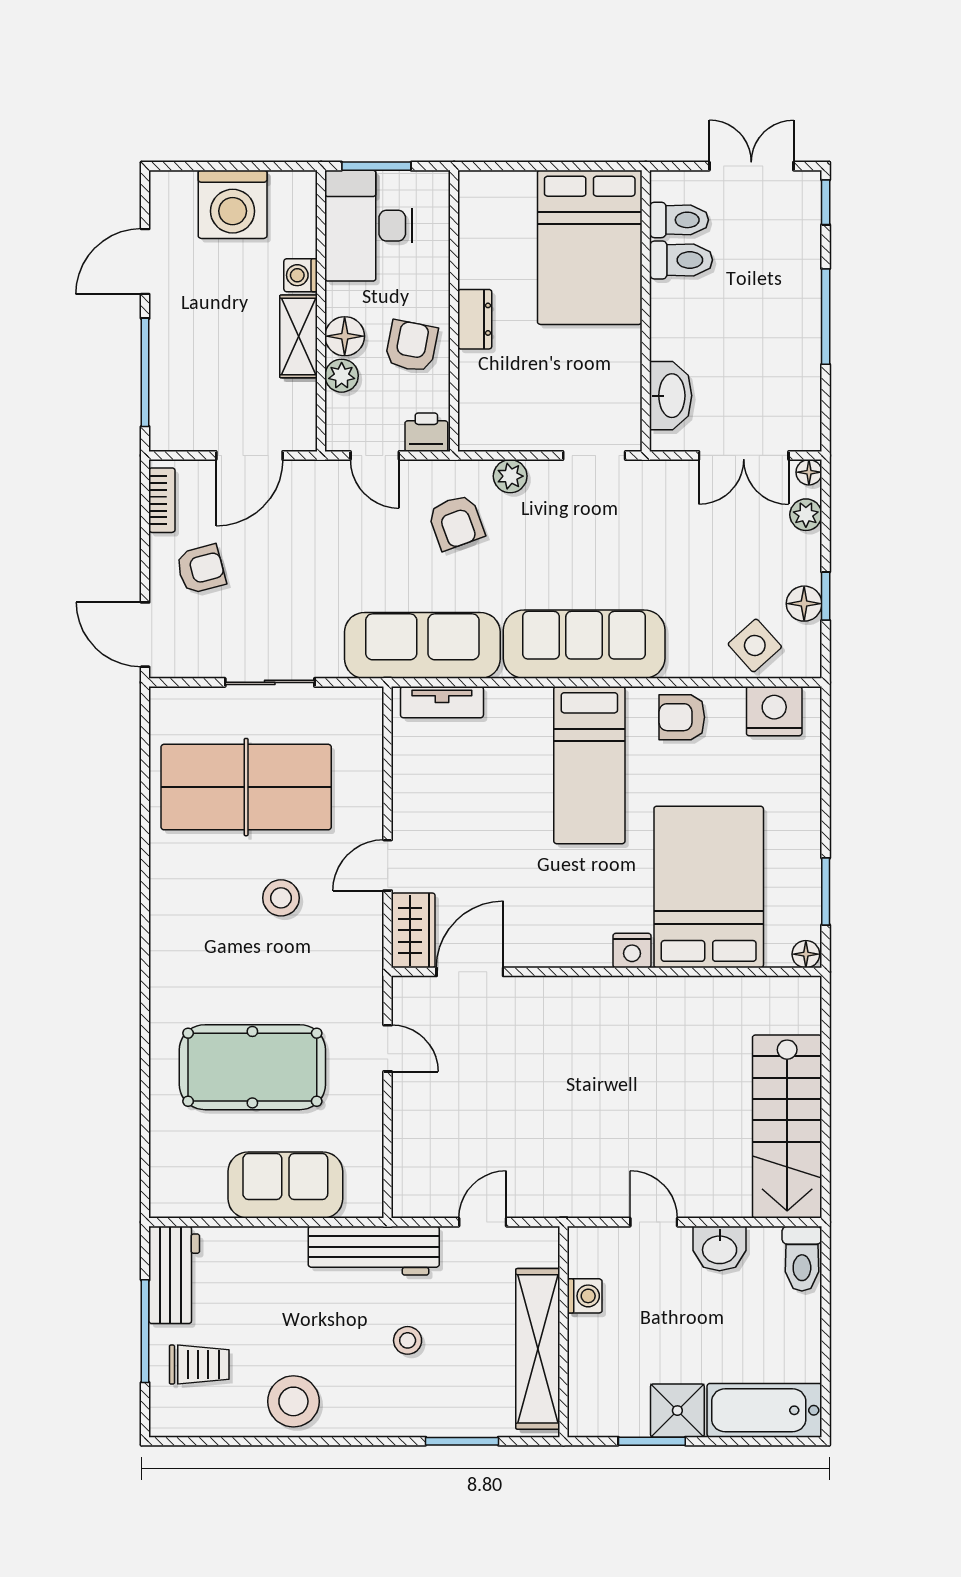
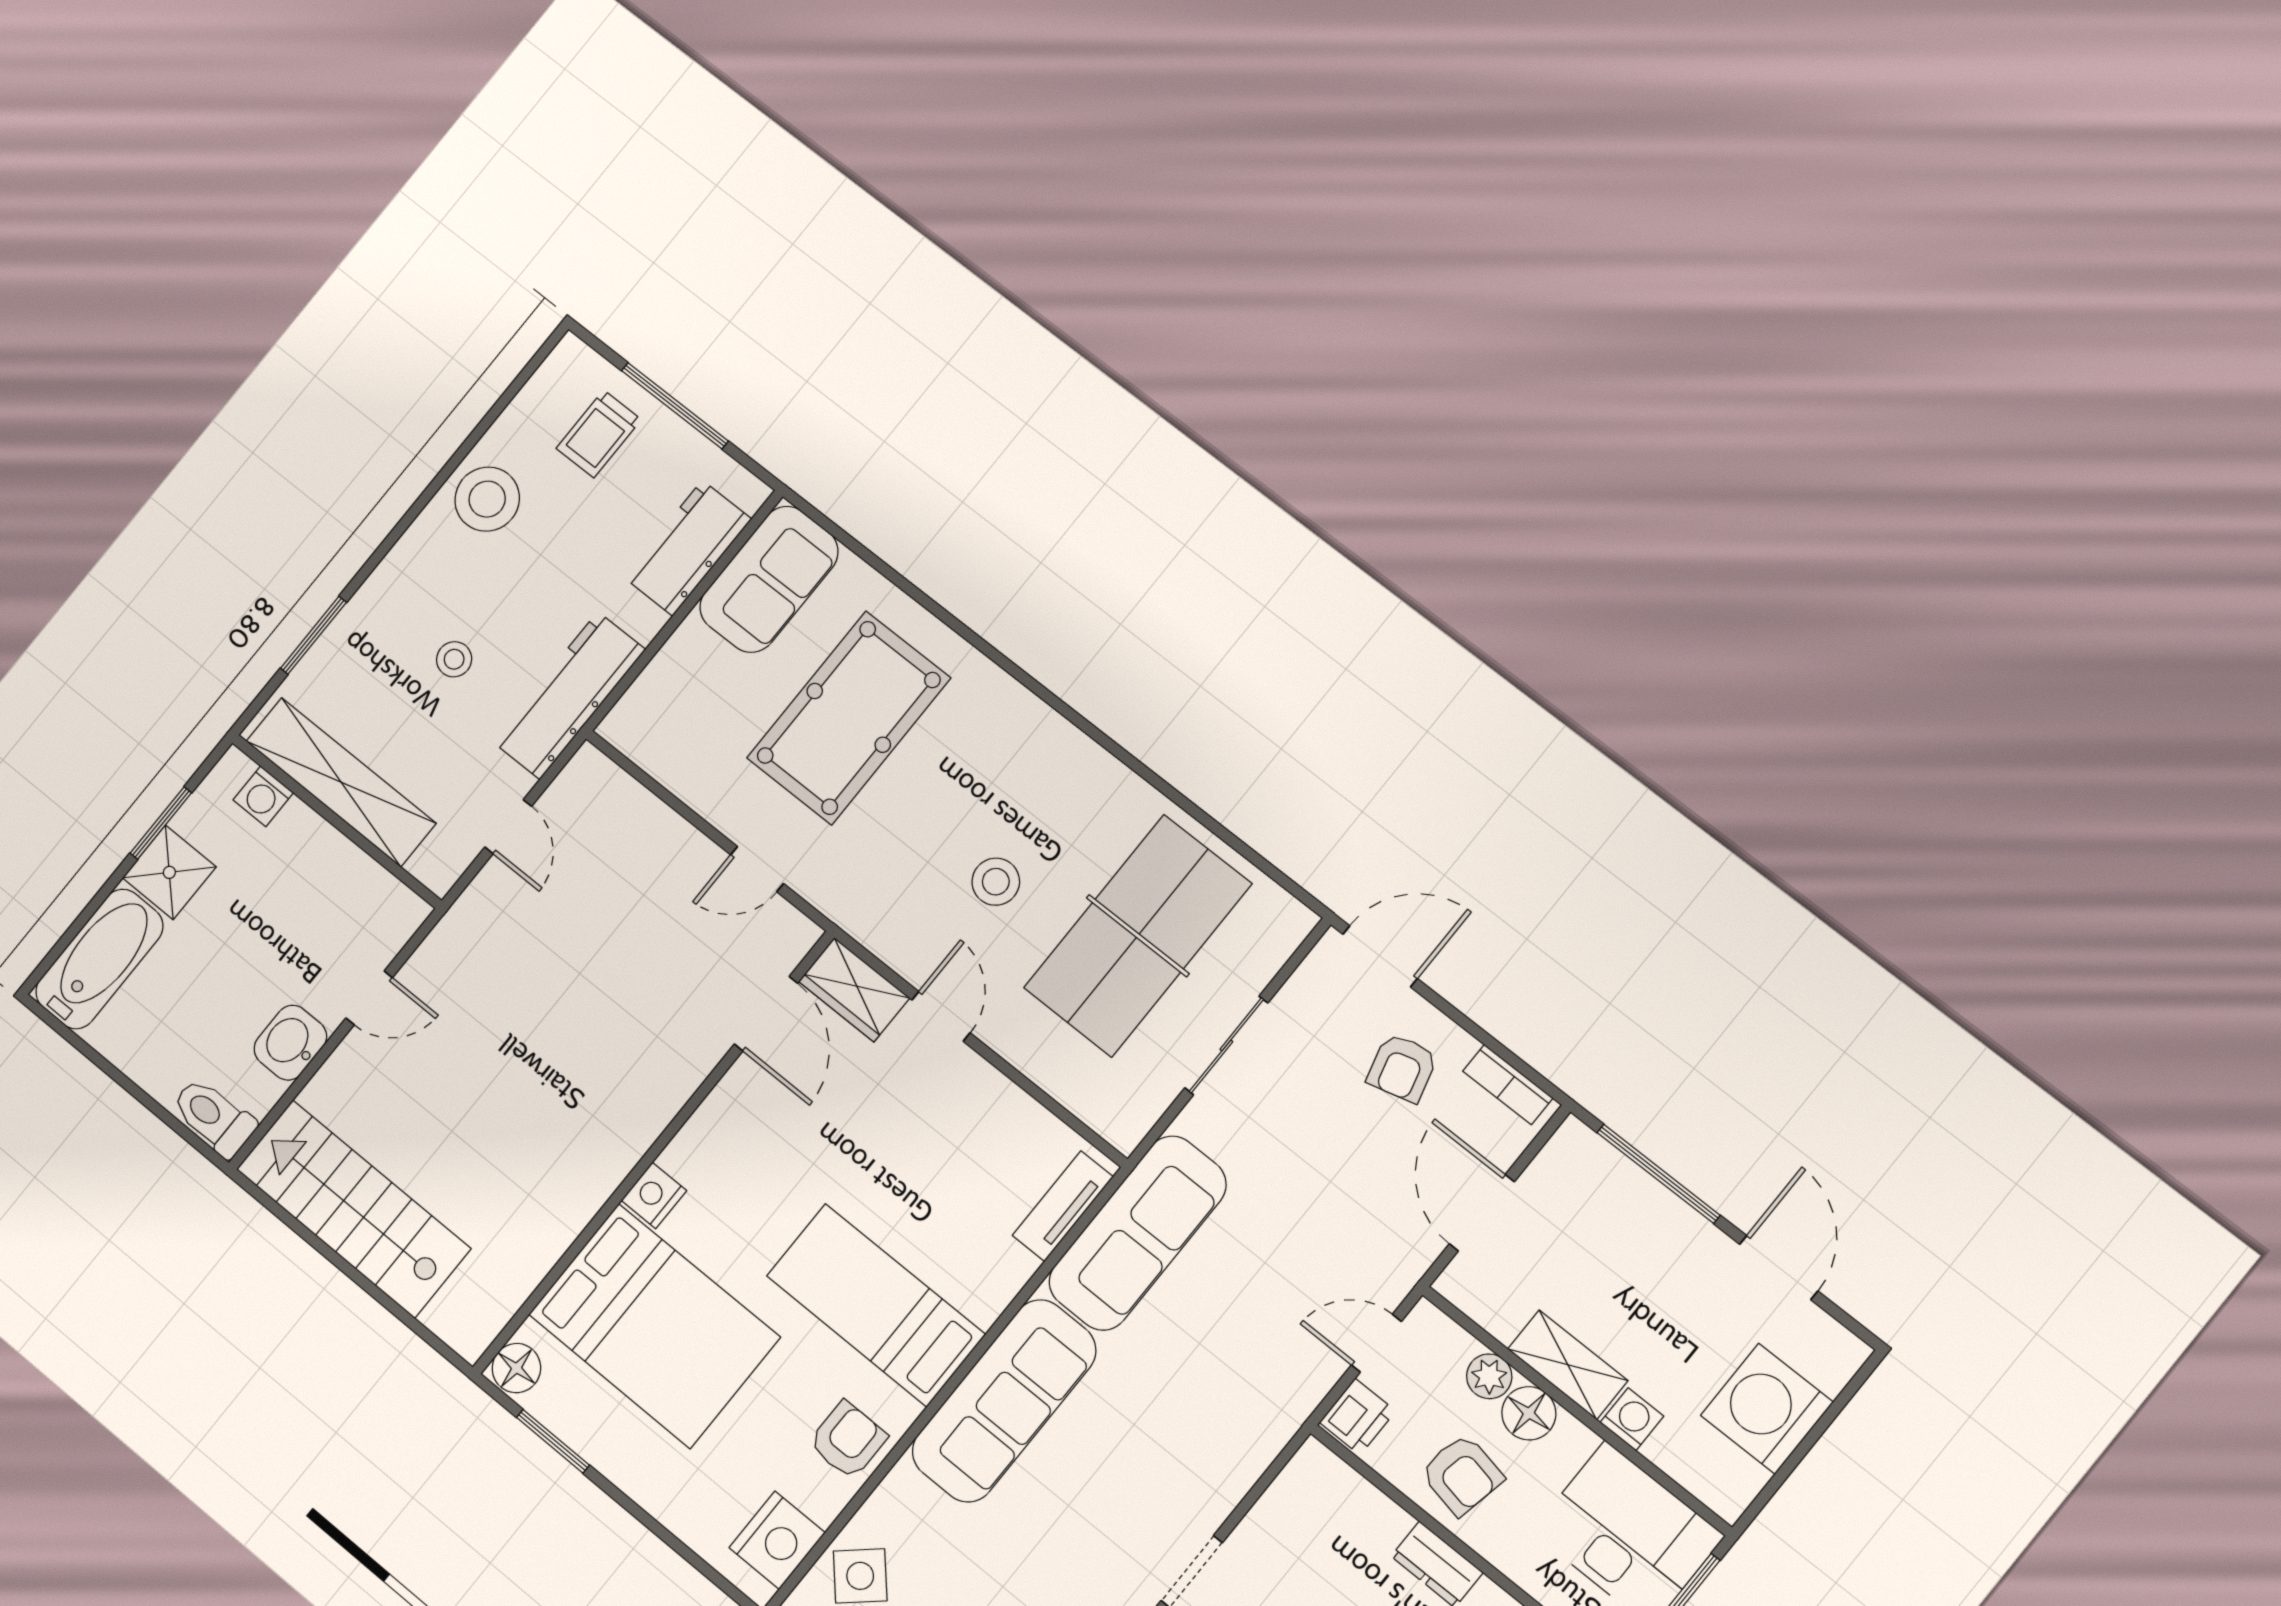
plant: (510, 476) -> (1241, 1467), removed
armchair: (456, 522) -> (1238, 1371), removed
floor lamp: (806, 954) -> (516, 1368), width x1.37, depth x1.37
sofa: (285, 1185) -> (769, 579), moved
workbench: (174, 1275) -> (687, 548), moved, turned 90
washing machine: (585, 1296) -> (263, 796), moved

